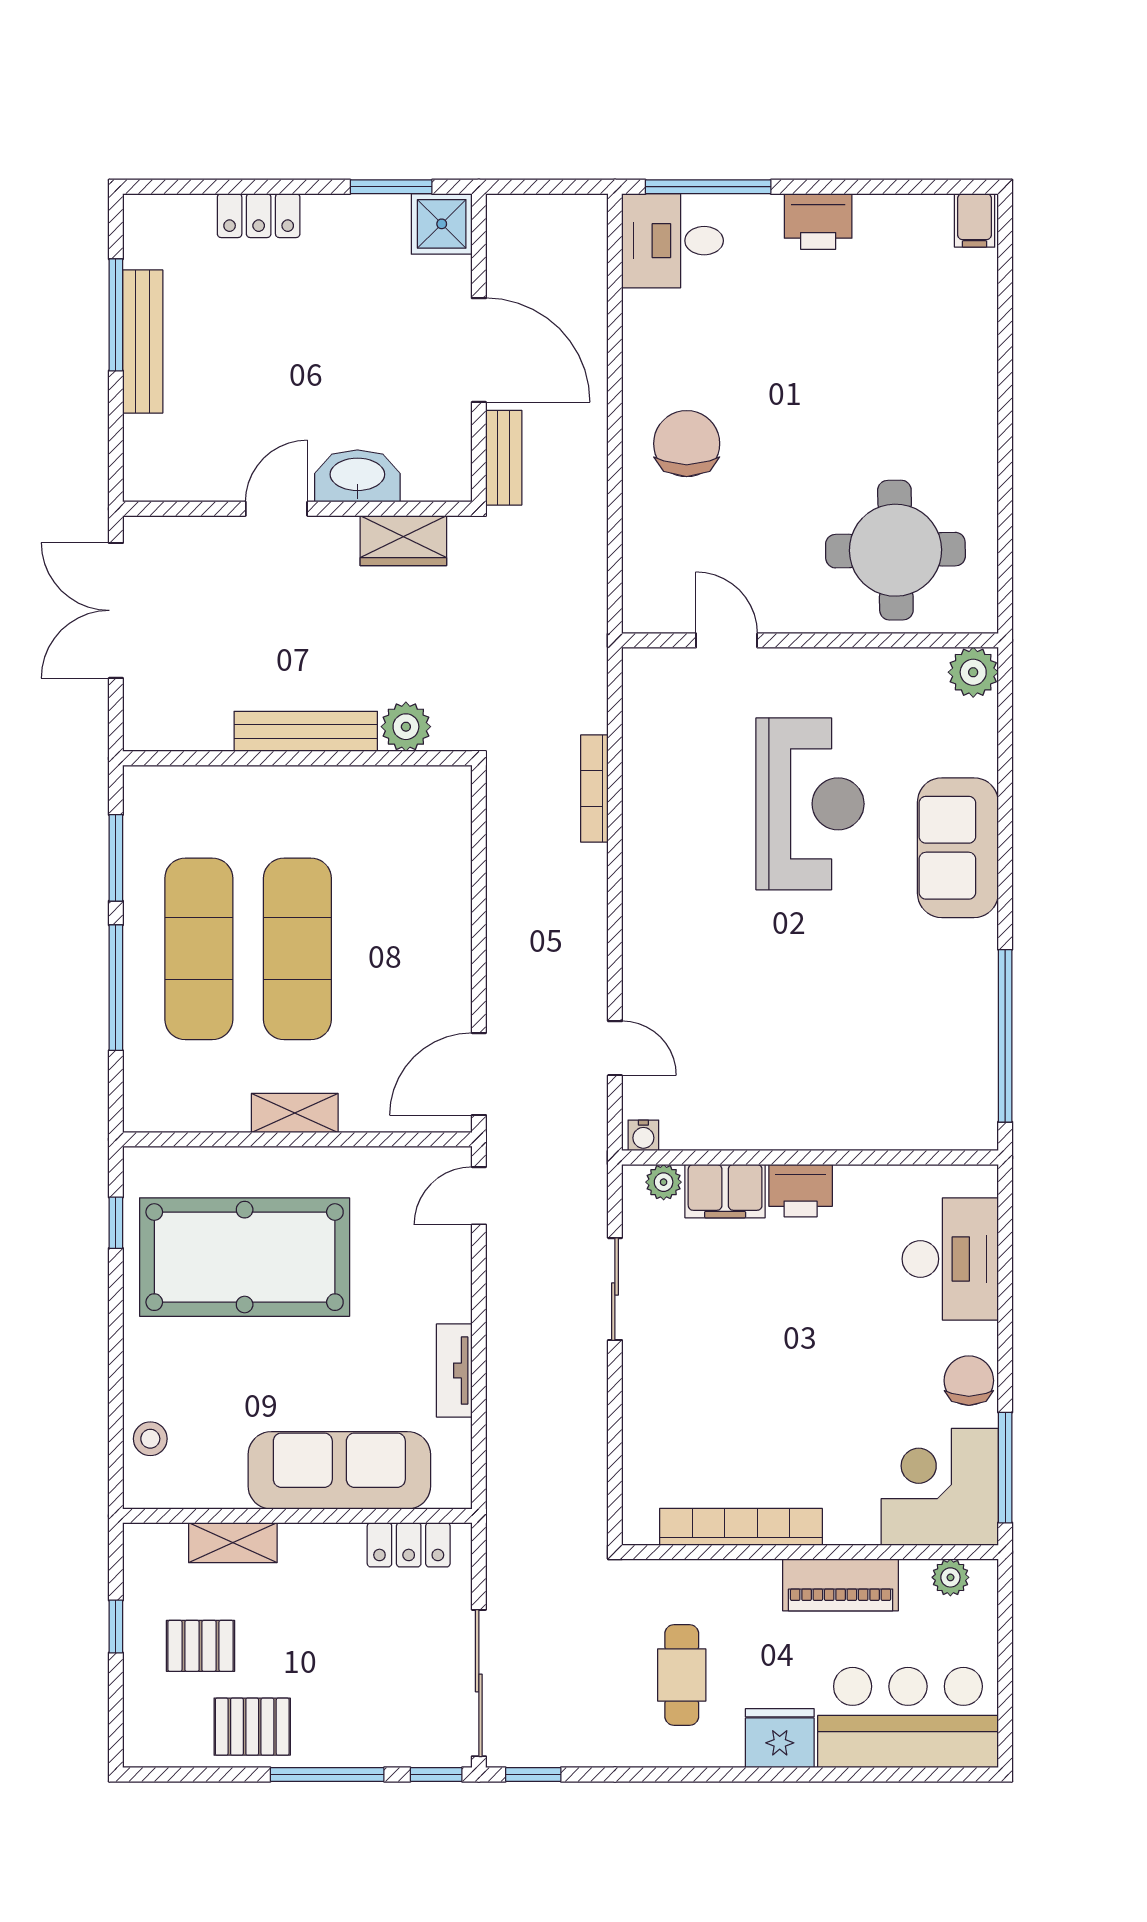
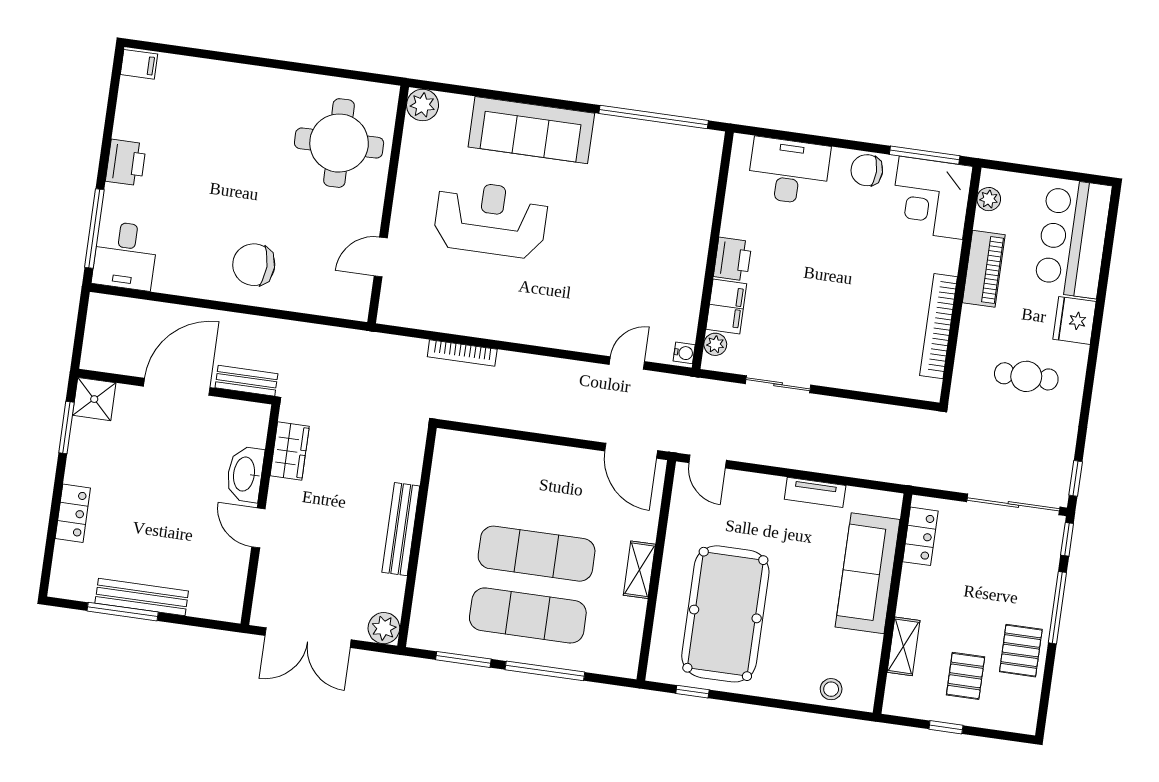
plant: (406, 727) -> (384, 628), moved
sofa: (958, 848) -> (531, 130), width x1.36

